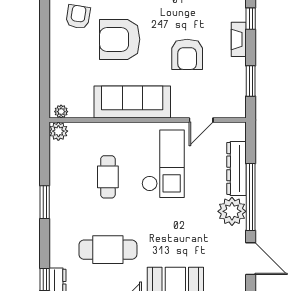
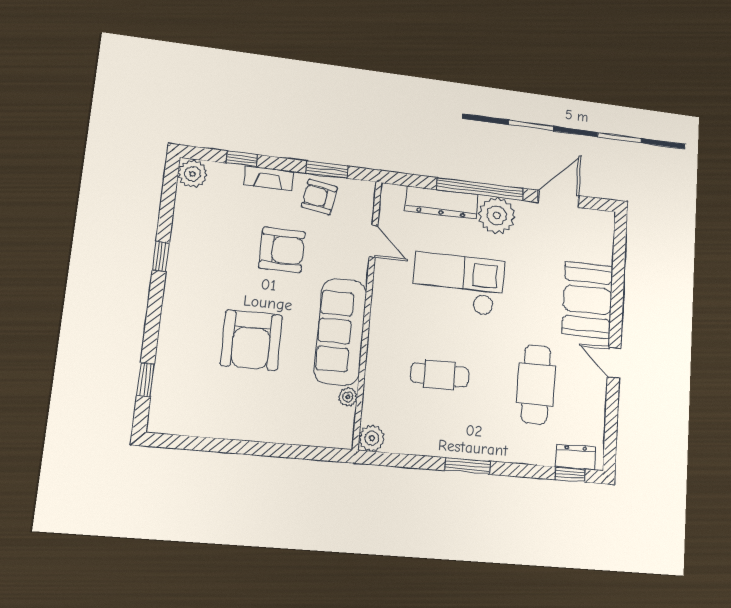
armchair: (78, 17) -> (319, 197), moved
plant: (61, 112) -> (348, 397), moved
checkout: (163, 164) -> (459, 284), moved

